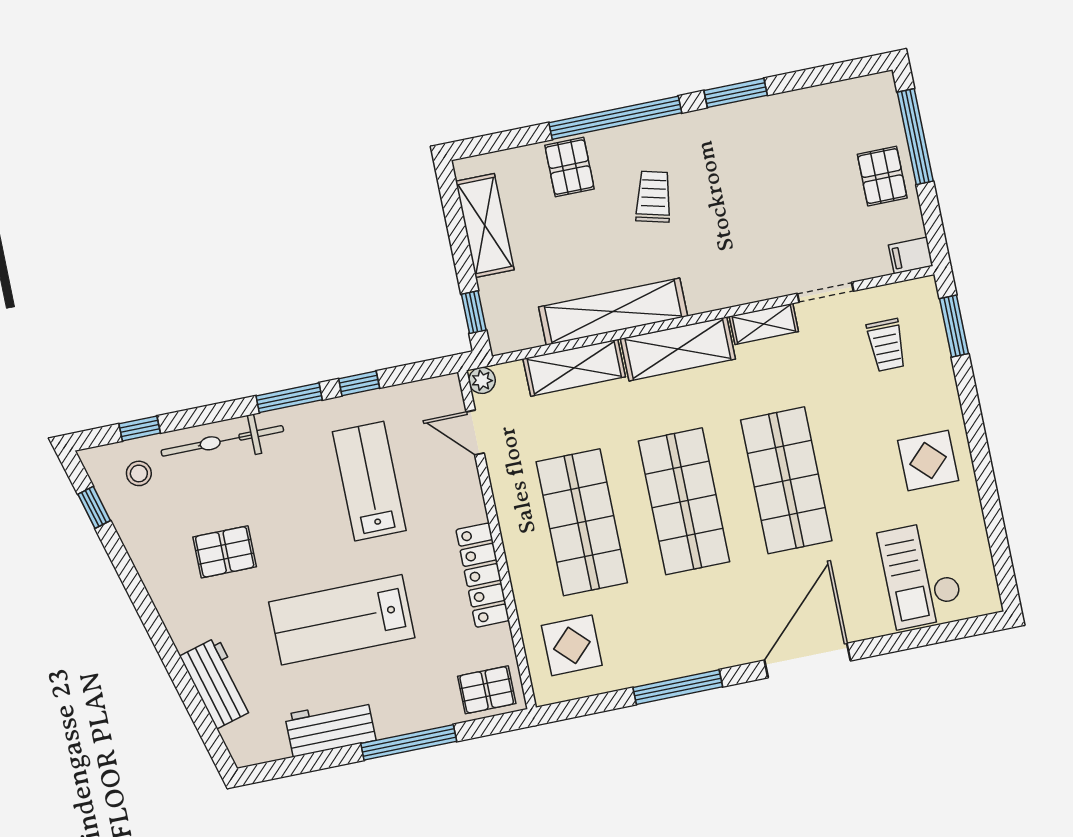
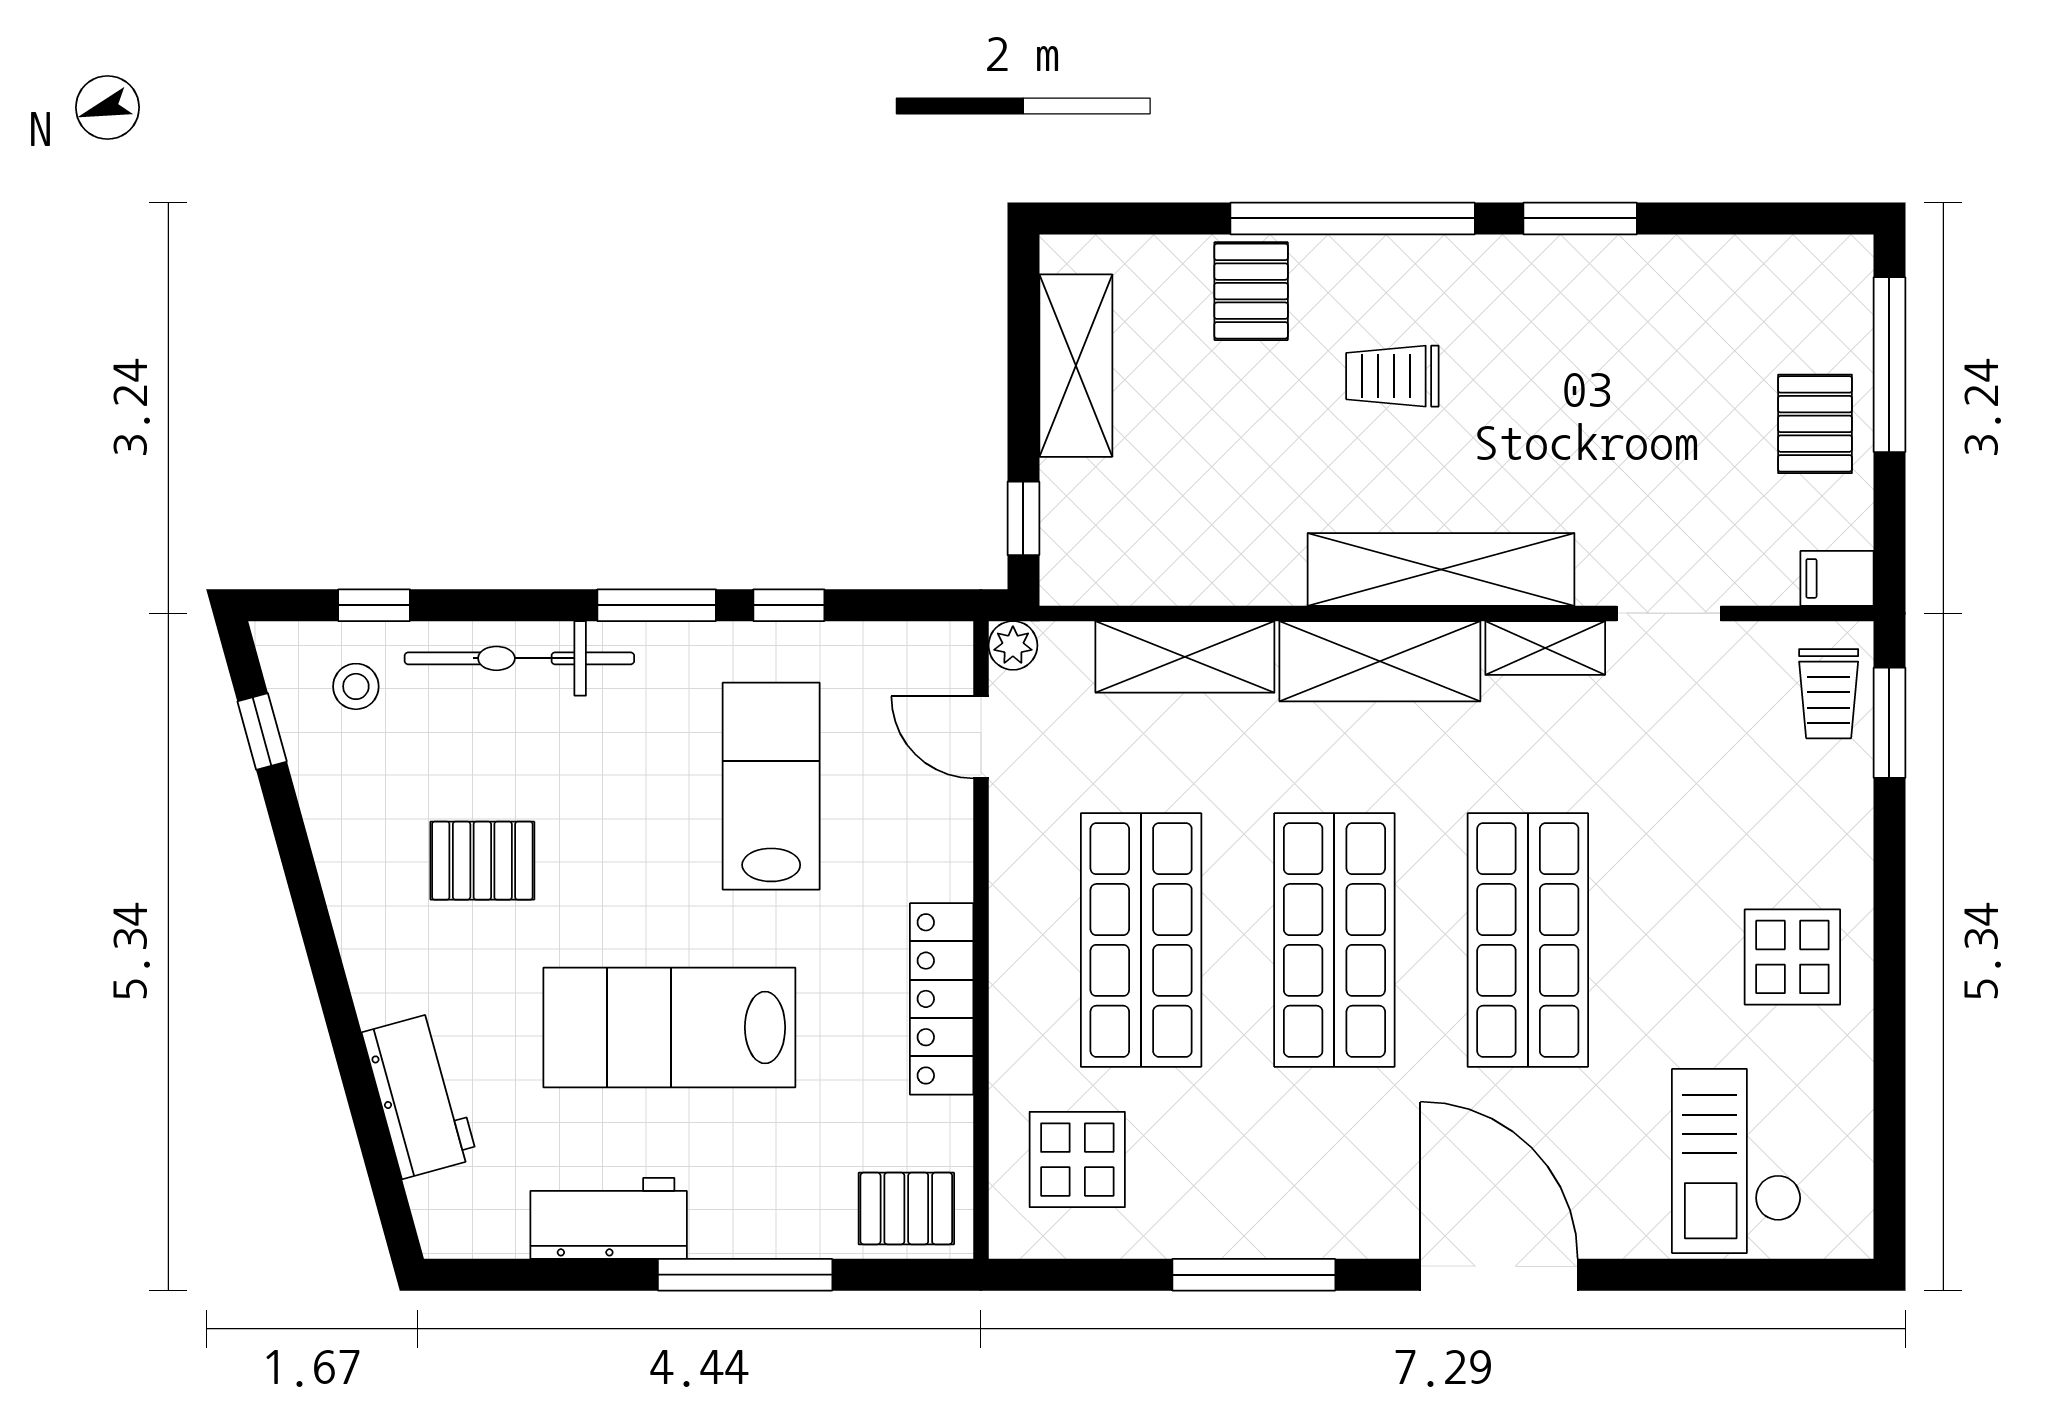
trolley: (653, 197) -> (1392, 376), turned -104
shelving: (613, 312) -> (1441, 569), moved
trolley: (886, 345) -> (1829, 694), moved
door: (807, 660) -> (1499, 1275), hinge flipped

